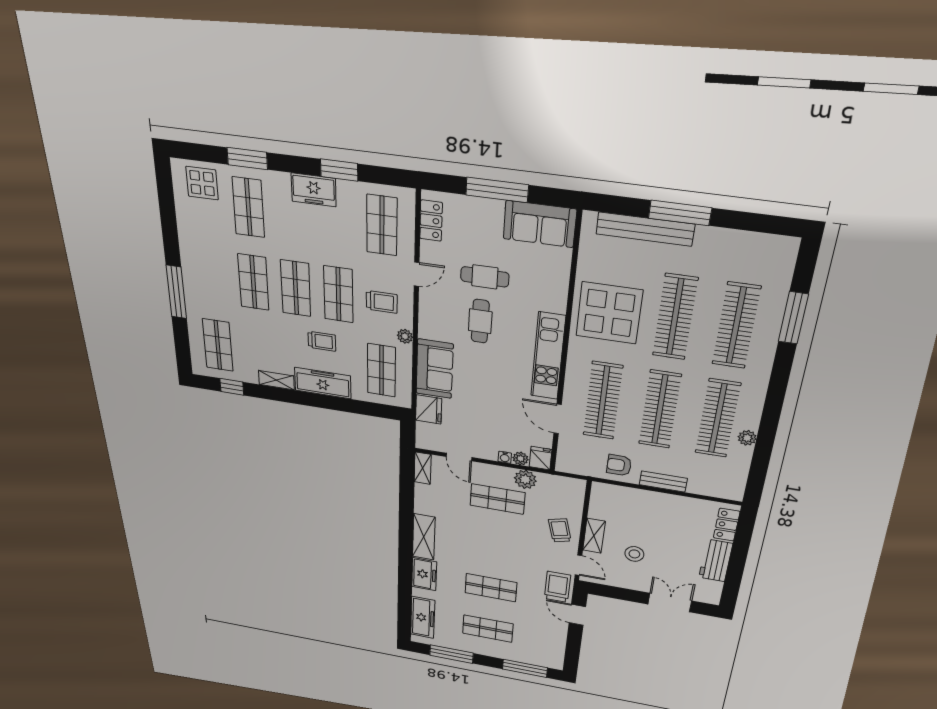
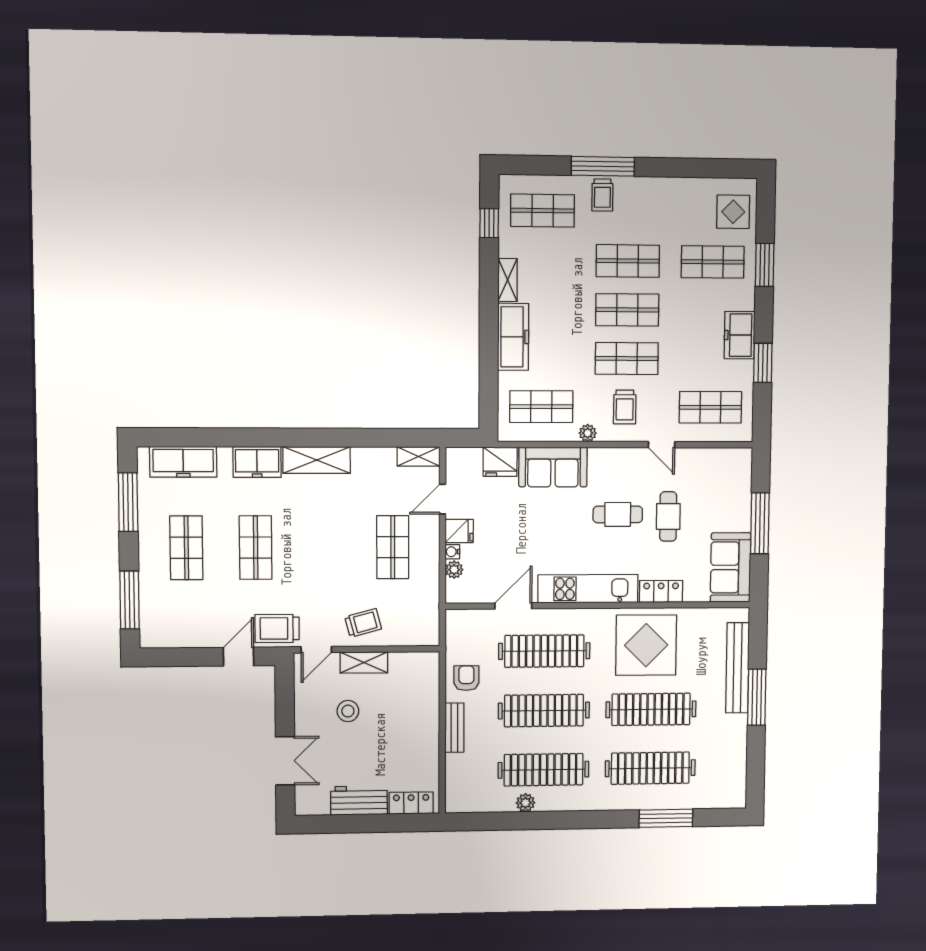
locker: (431, 221) -> (661, 591), moved, turned 180
trolley: (322, 341) -> (602, 195), moved
fridge: (541, 458) -> (459, 531), moved
plant: (525, 479) -> (427, 577), removed
trolley: (557, 587) -> (277, 628), turned 180

